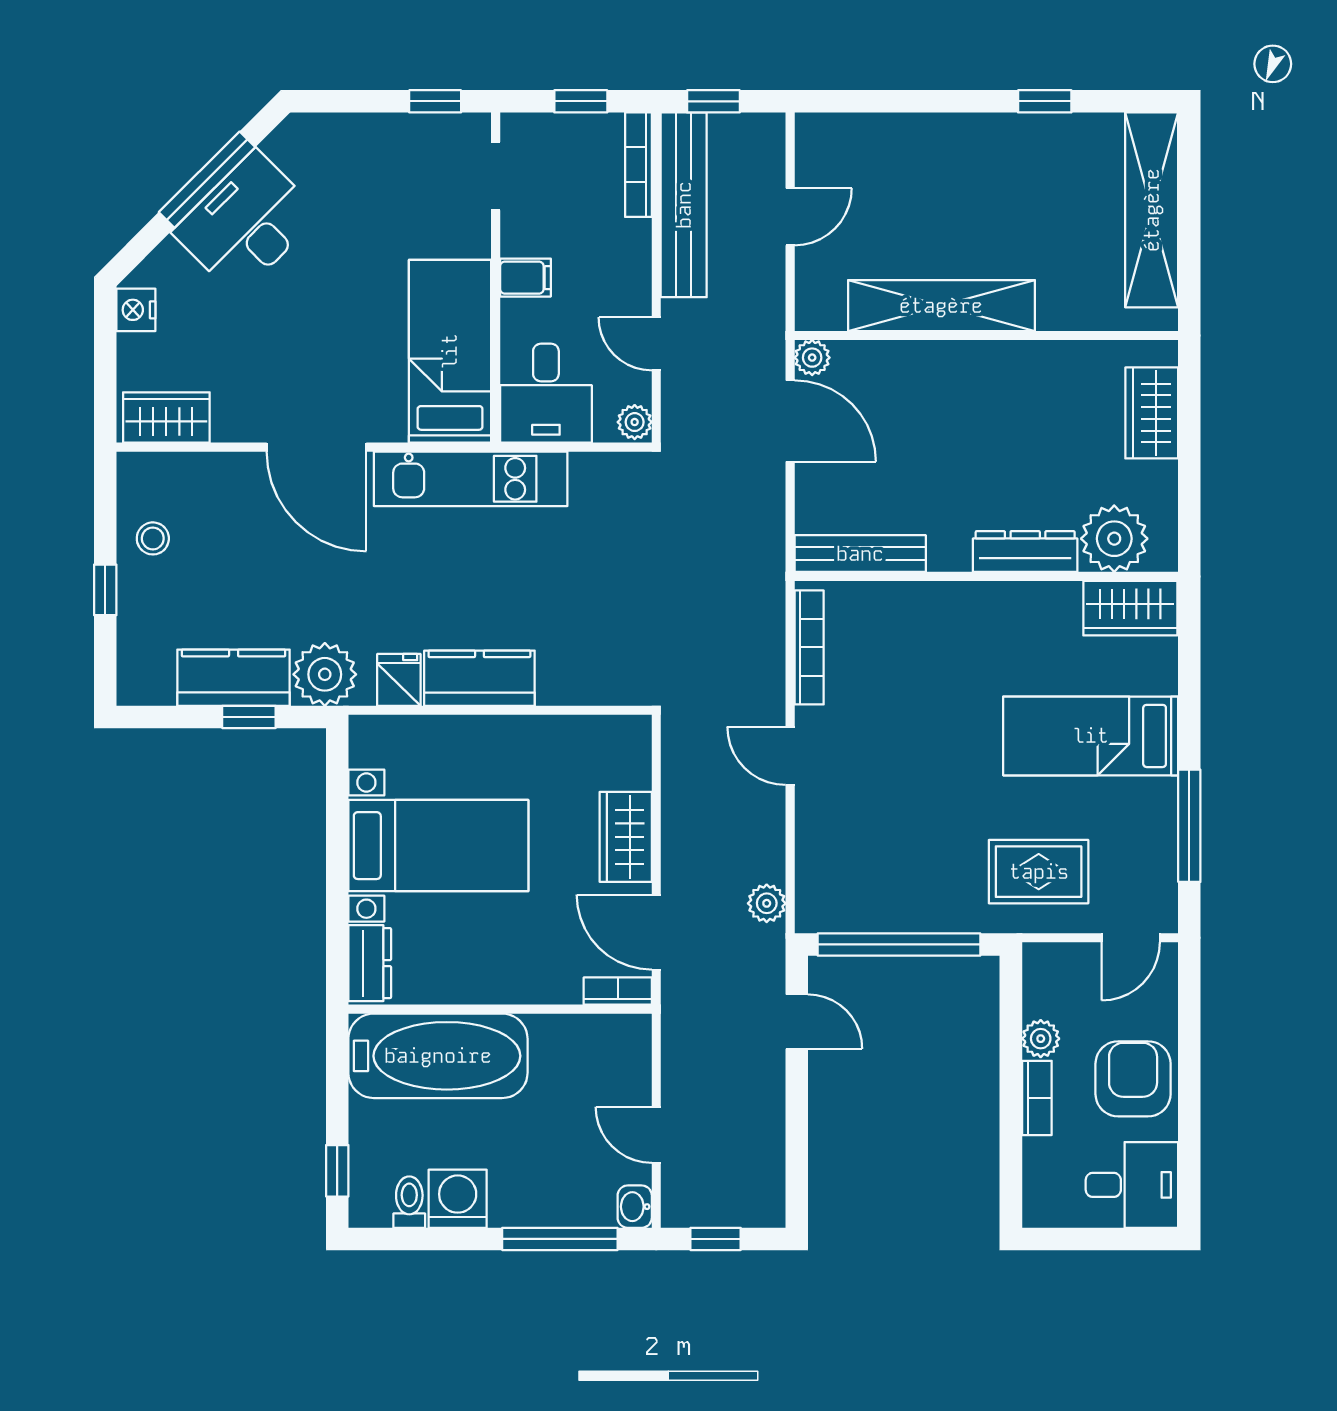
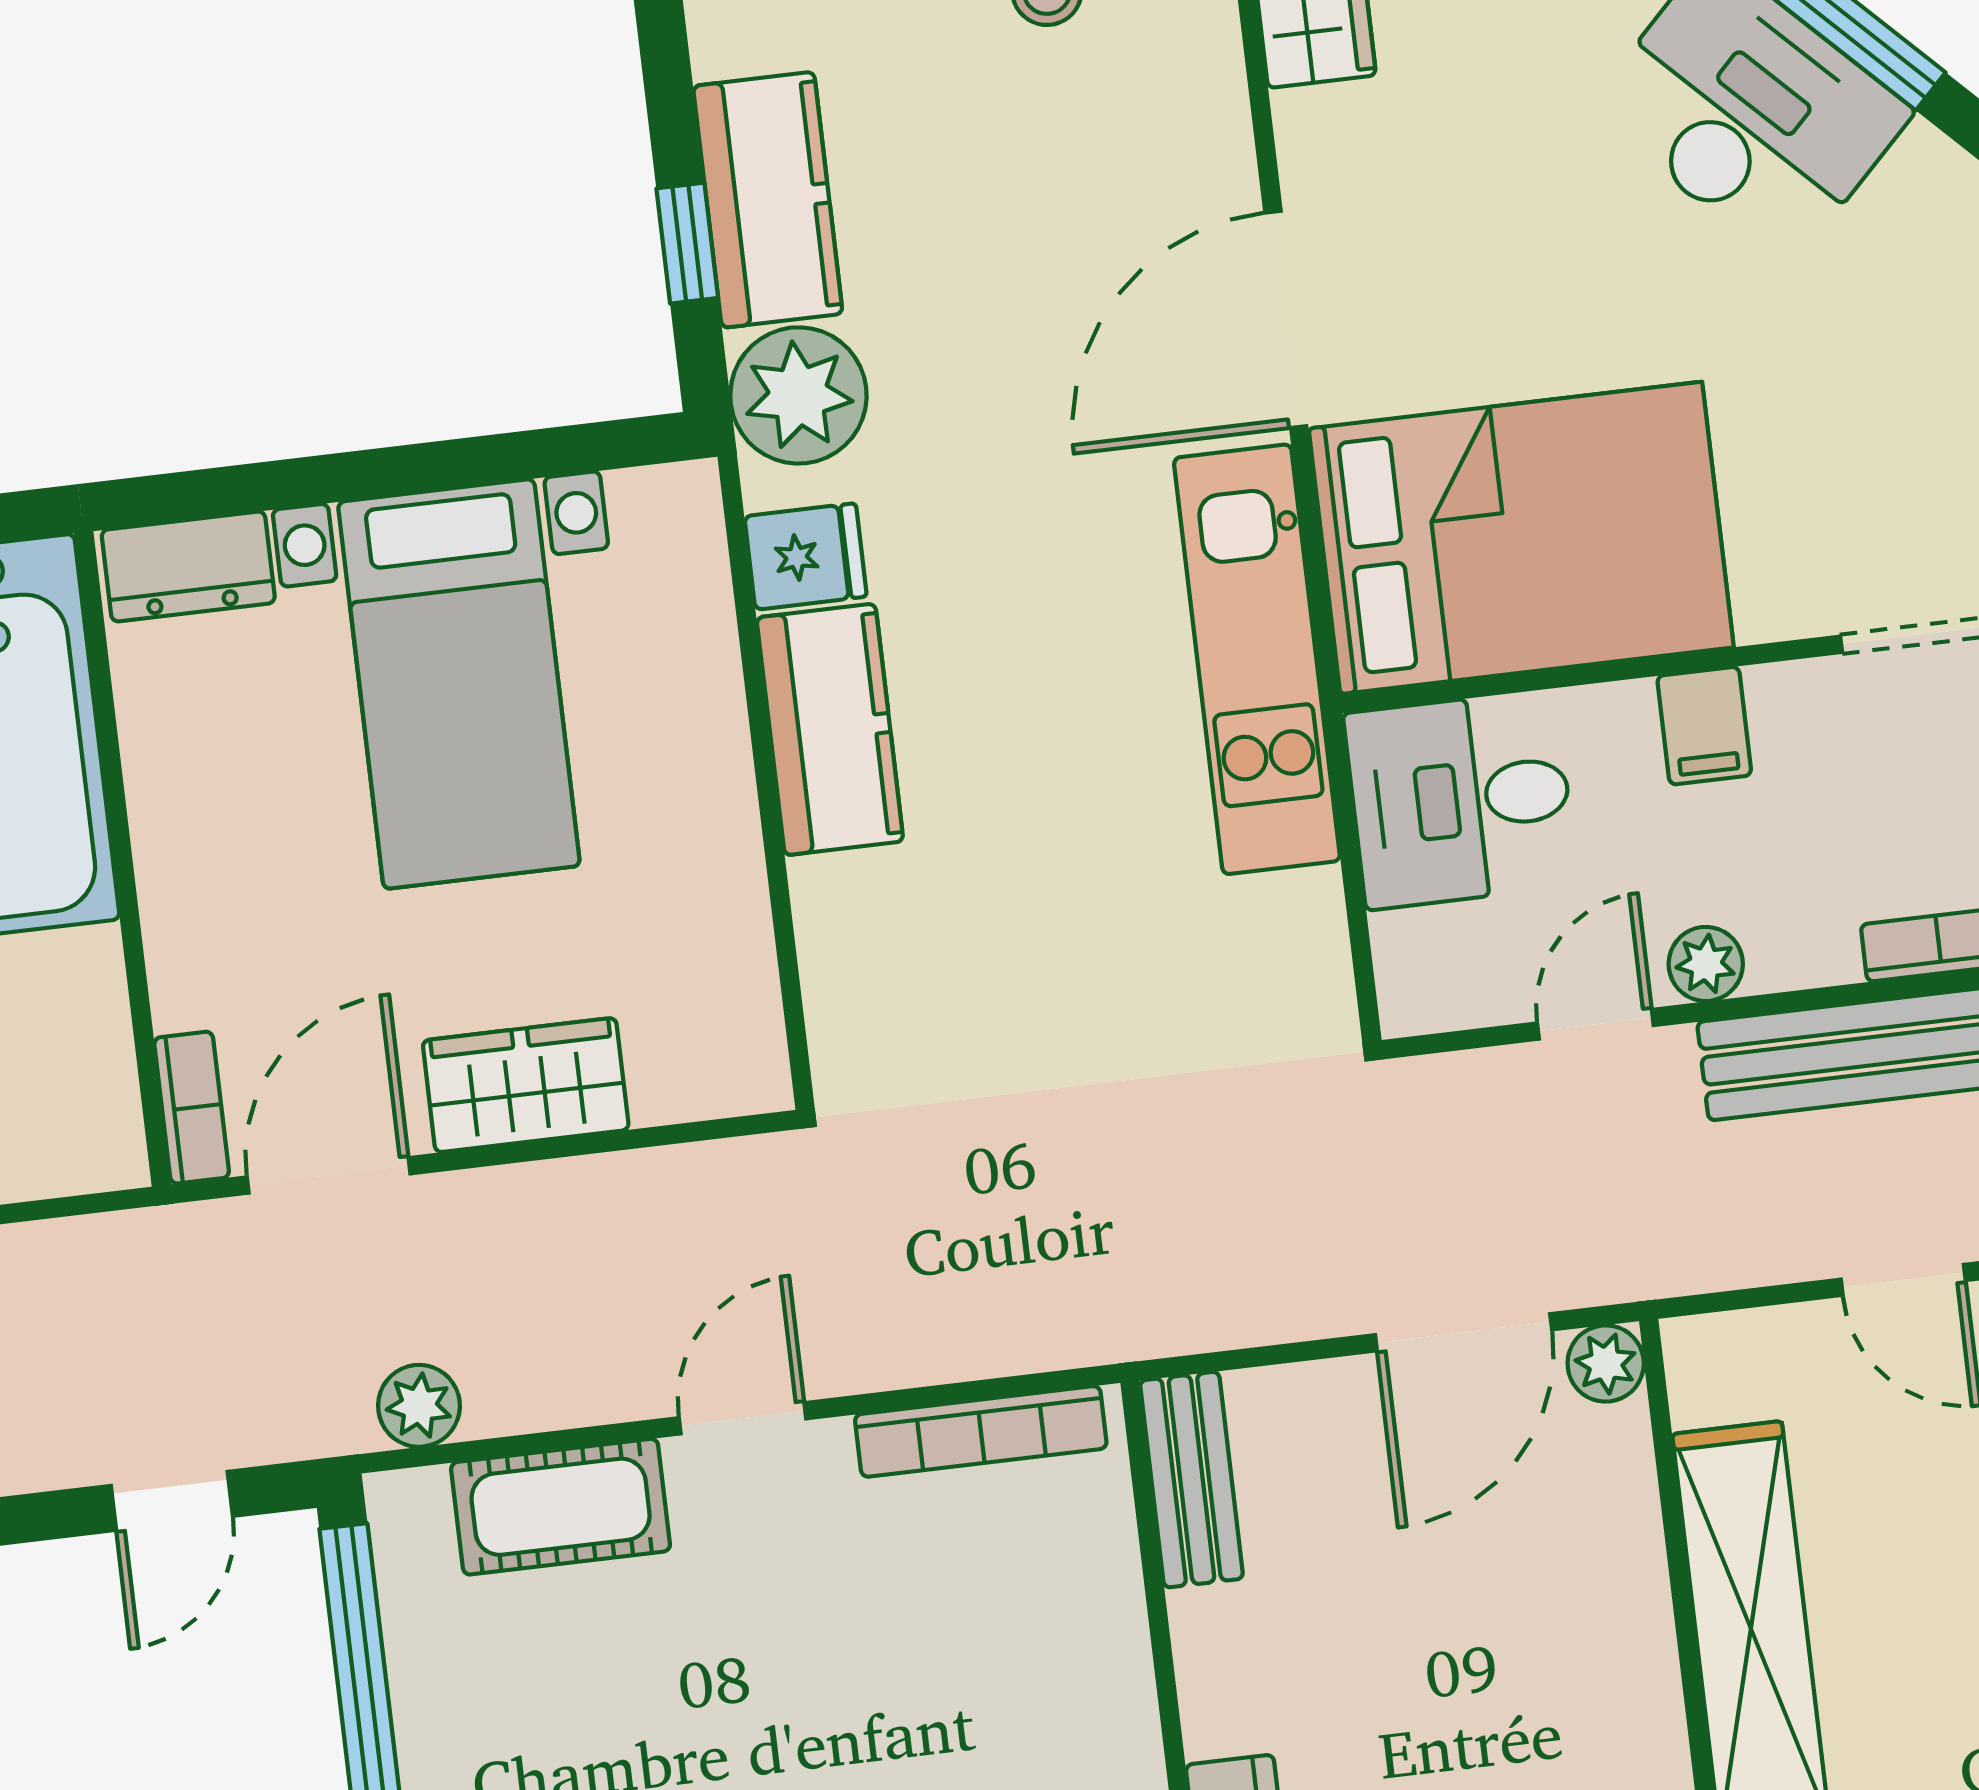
bed: (450, 351) -> (1521, 538), width x1.50
plant: (635, 422) -> (1706, 964), moved
bench: (860, 554) -> (1191, 1480), width x0.73
cot: (821, 844) -> (561, 1507), added

